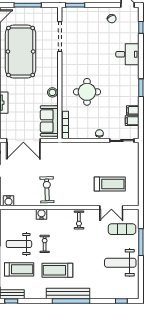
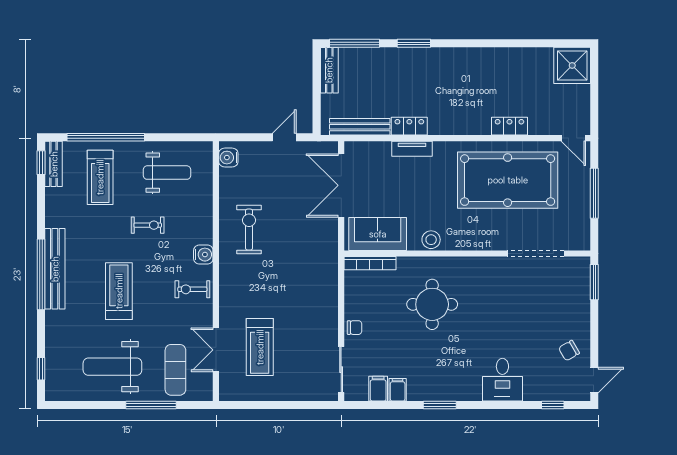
exercise bike: (47, 190) -> (249, 230), turned -88
water cooler: (41, 214) -> (203, 255), moved
weight bench: (19, 244) -> (167, 173), moved, turned 90
weight bench: (120, 263) -> (112, 367), turned -90
treadmill: (57, 270) -> (119, 291), moved

